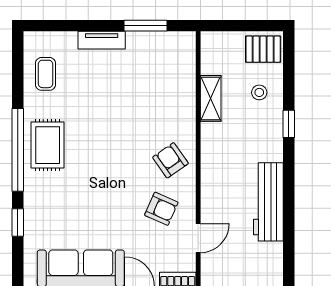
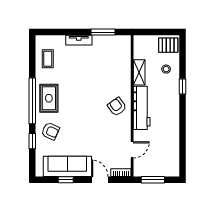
workbench: (268, 202) -> (142, 108), moved, turned 180
armchair: (161, 209) -> (50, 131), moved

